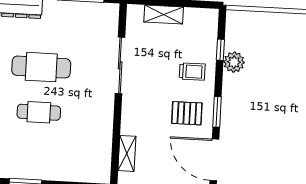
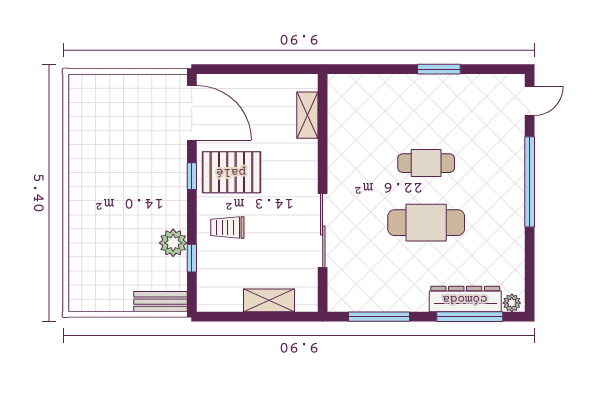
bench: (246, 18) -> (160, 302), added
window: (217, 112) -> (192, 176), width x0.67
pallet: (187, 113) -> (231, 172), width x1.50, depth x1.42

